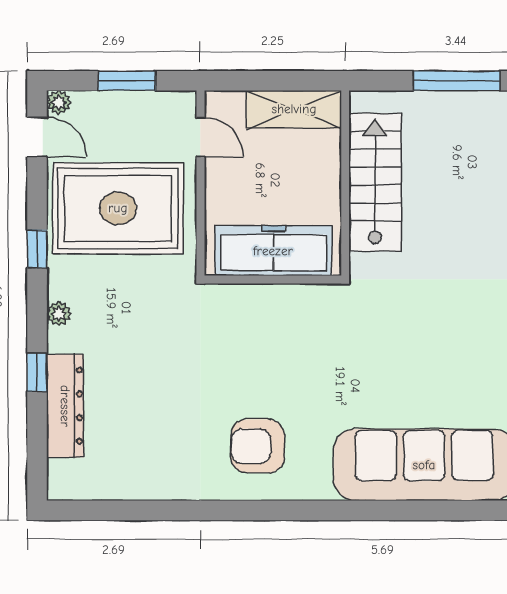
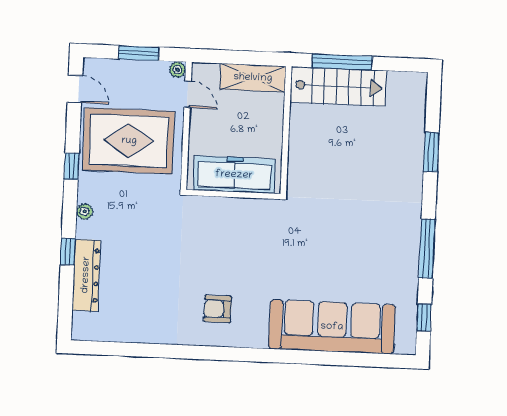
window: (457, 81) -> (342, 62), moved
plant: (59, 102) -> (177, 70), moved
stairs: (375, 182) -> (338, 86), moved, turned 90
armchair: (257, 446) -> (218, 309), width x0.72, depth x0.72

